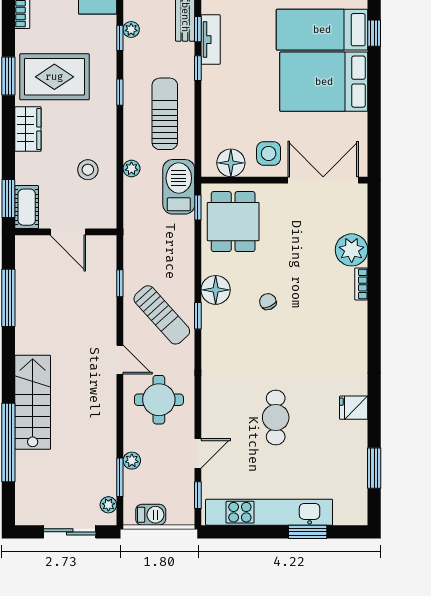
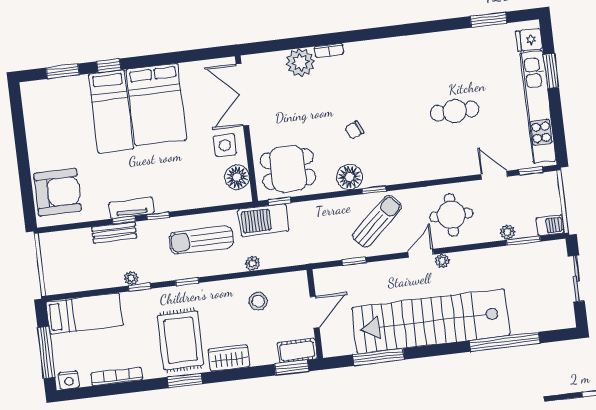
stairs: (33, 402) -> (431, 321), width x1.86, depth x1.51
fridge: (354, 408) -> (529, 40), moved, turned 90
plant: (108, 505) -> (442, 261), moved
barbecue: (151, 515) -> (550, 225), moved, turned 90

